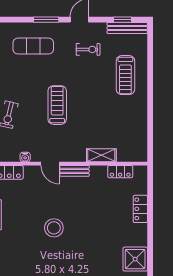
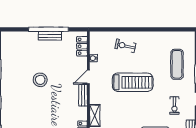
treadmill: (57, 105) -> (133, 82), width x1.37, depth x1.38

